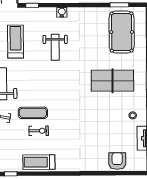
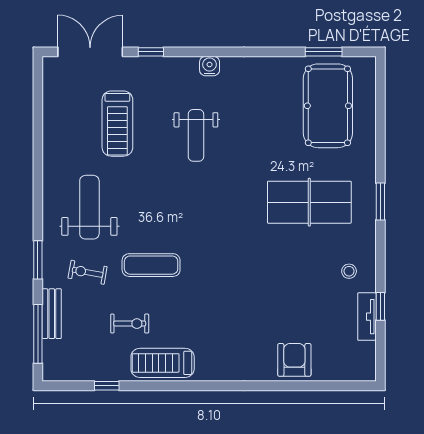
treadmill: (15, 42) -> (117, 124), turned 180
exercise bike: (39, 131) -> (130, 324), moved
armchair: (117, 161) -> (294, 360), moved

